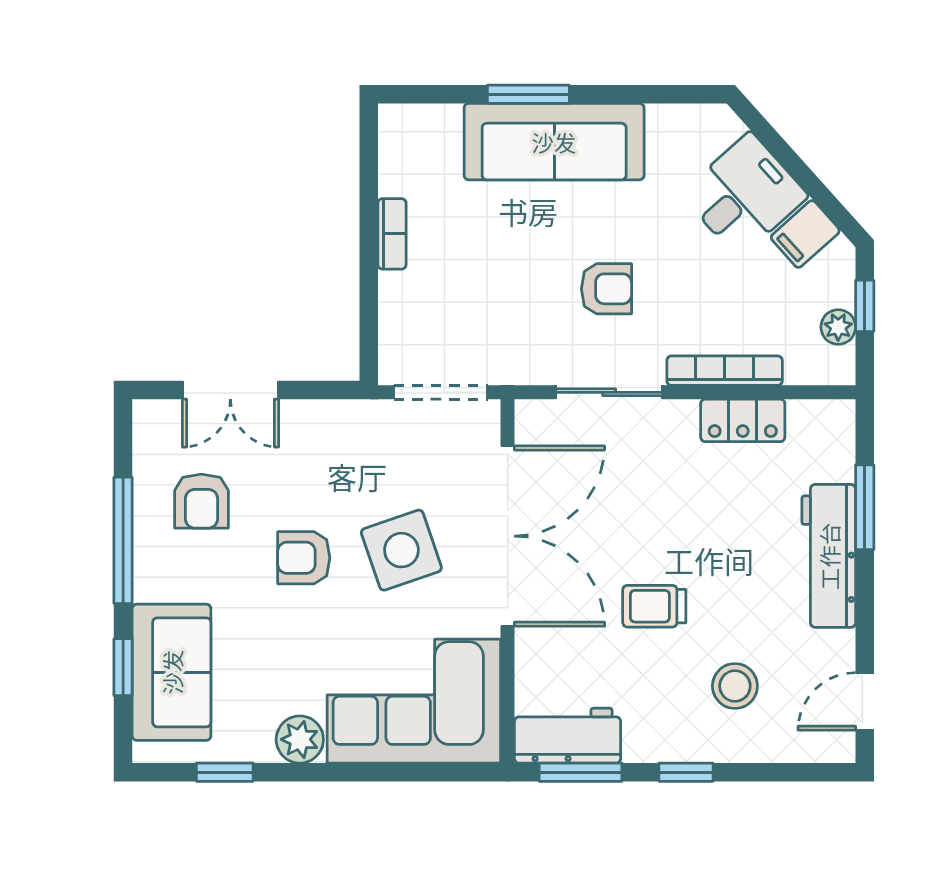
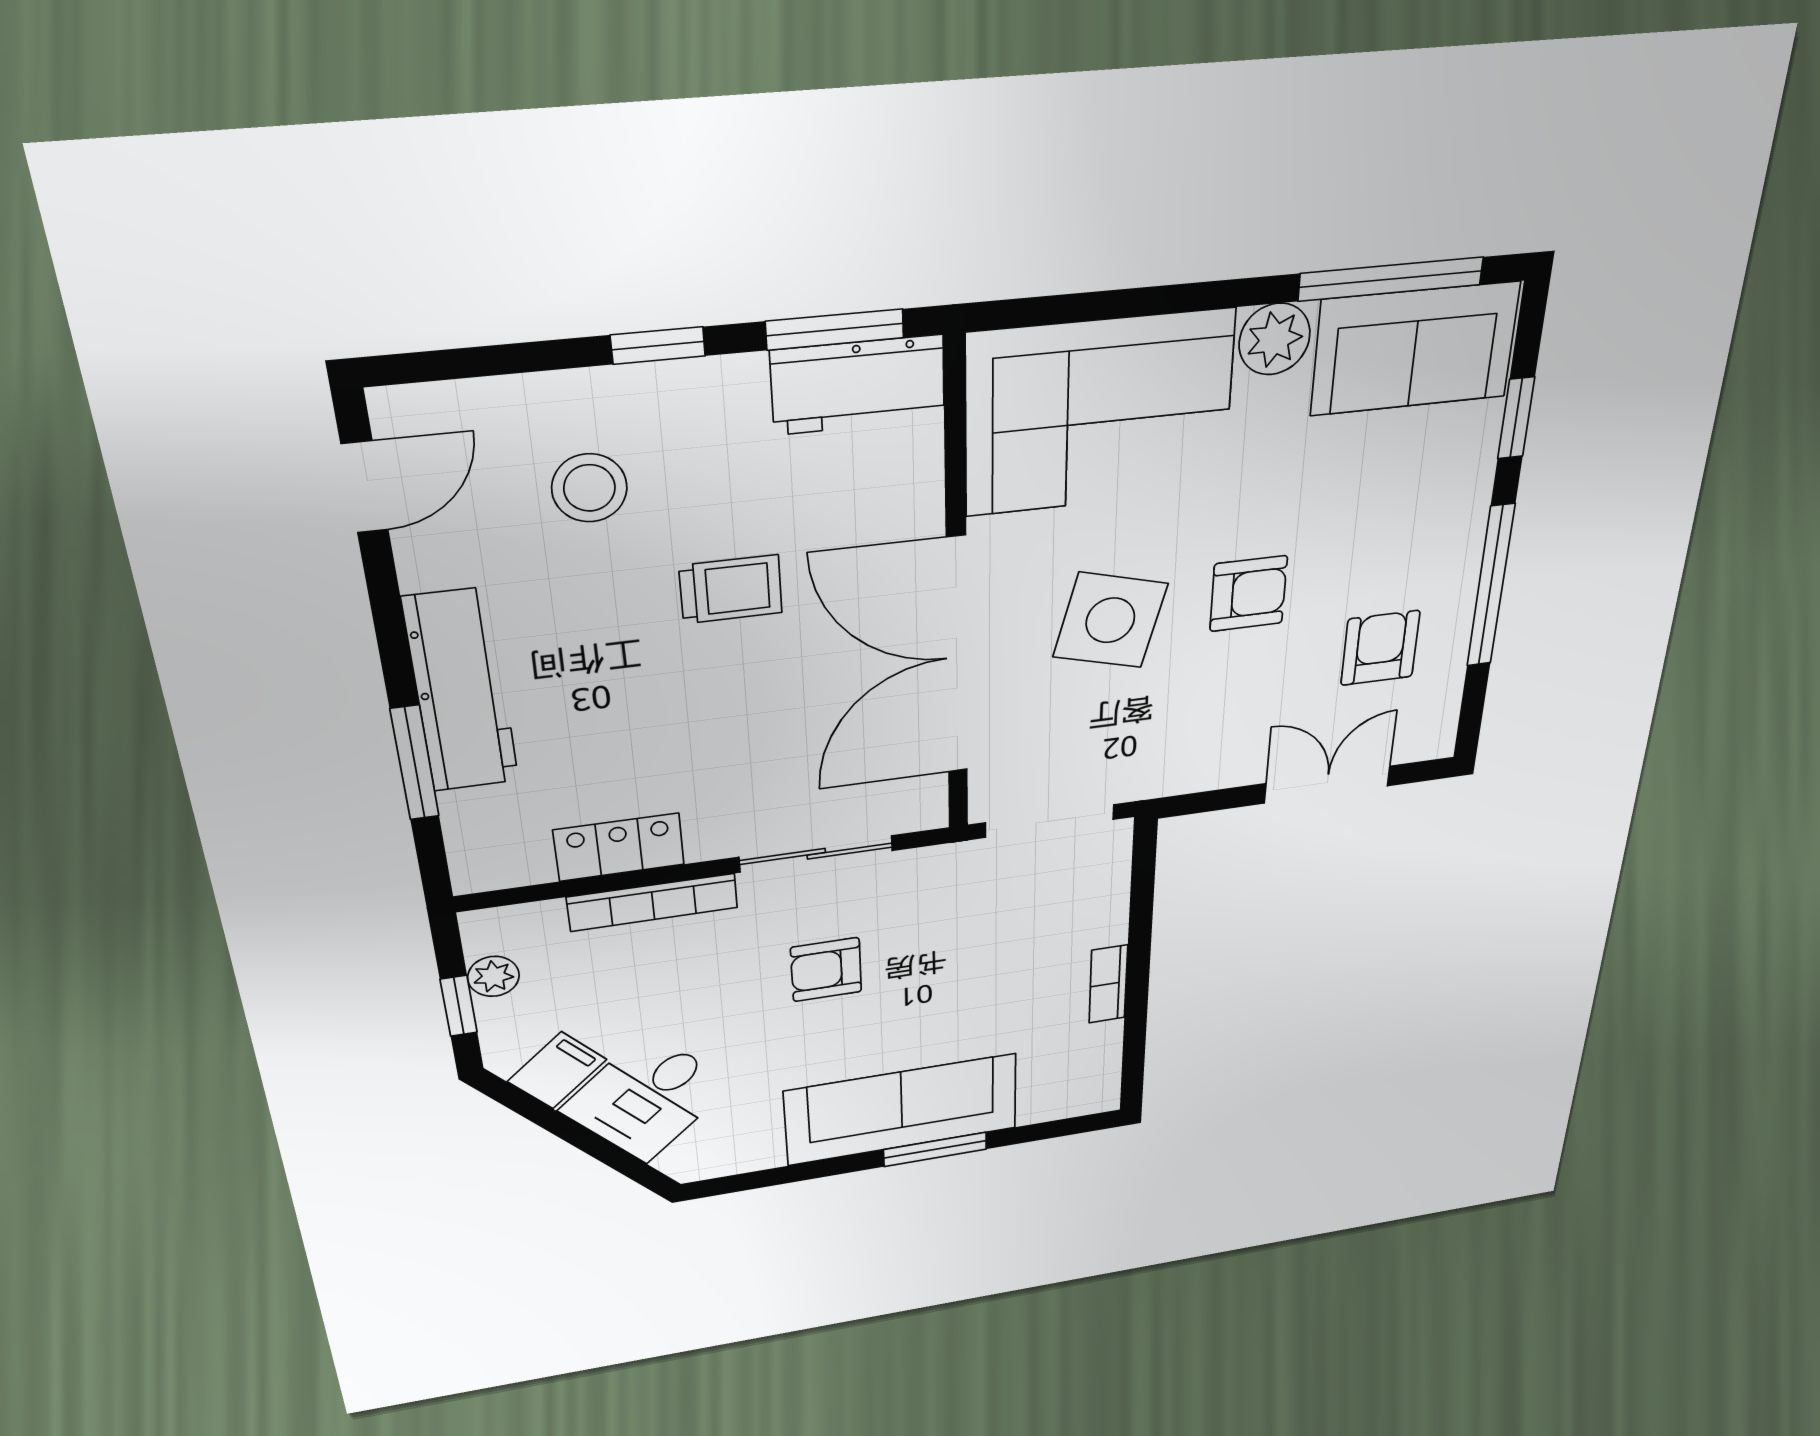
side table: (401, 550) -> (1110, 620), turned 34
sofa: (172, 672) -> (1415, 349), moved, turned -90
window: (225, 772) -> (1391, 279), width x2.17

